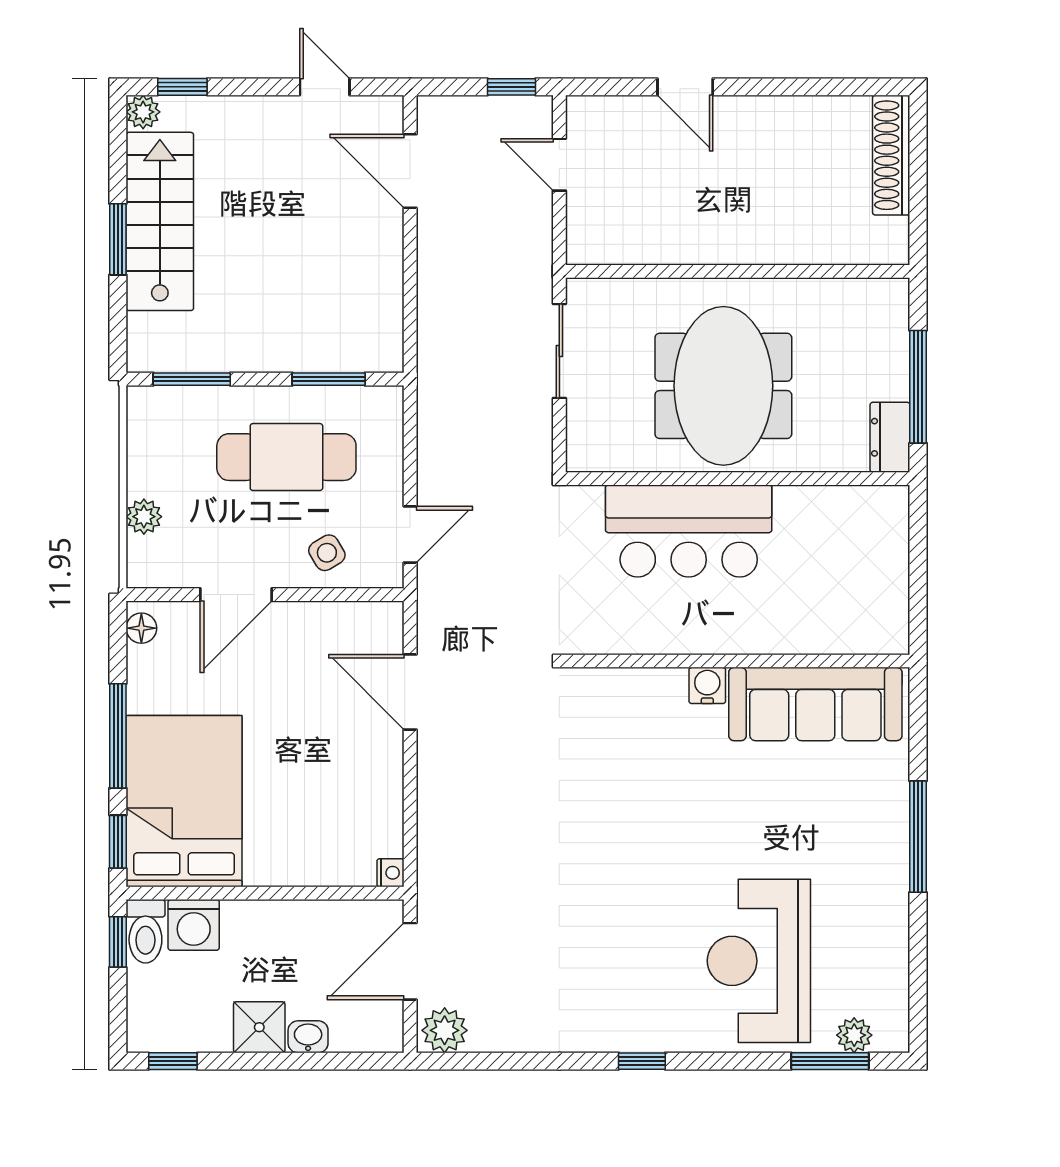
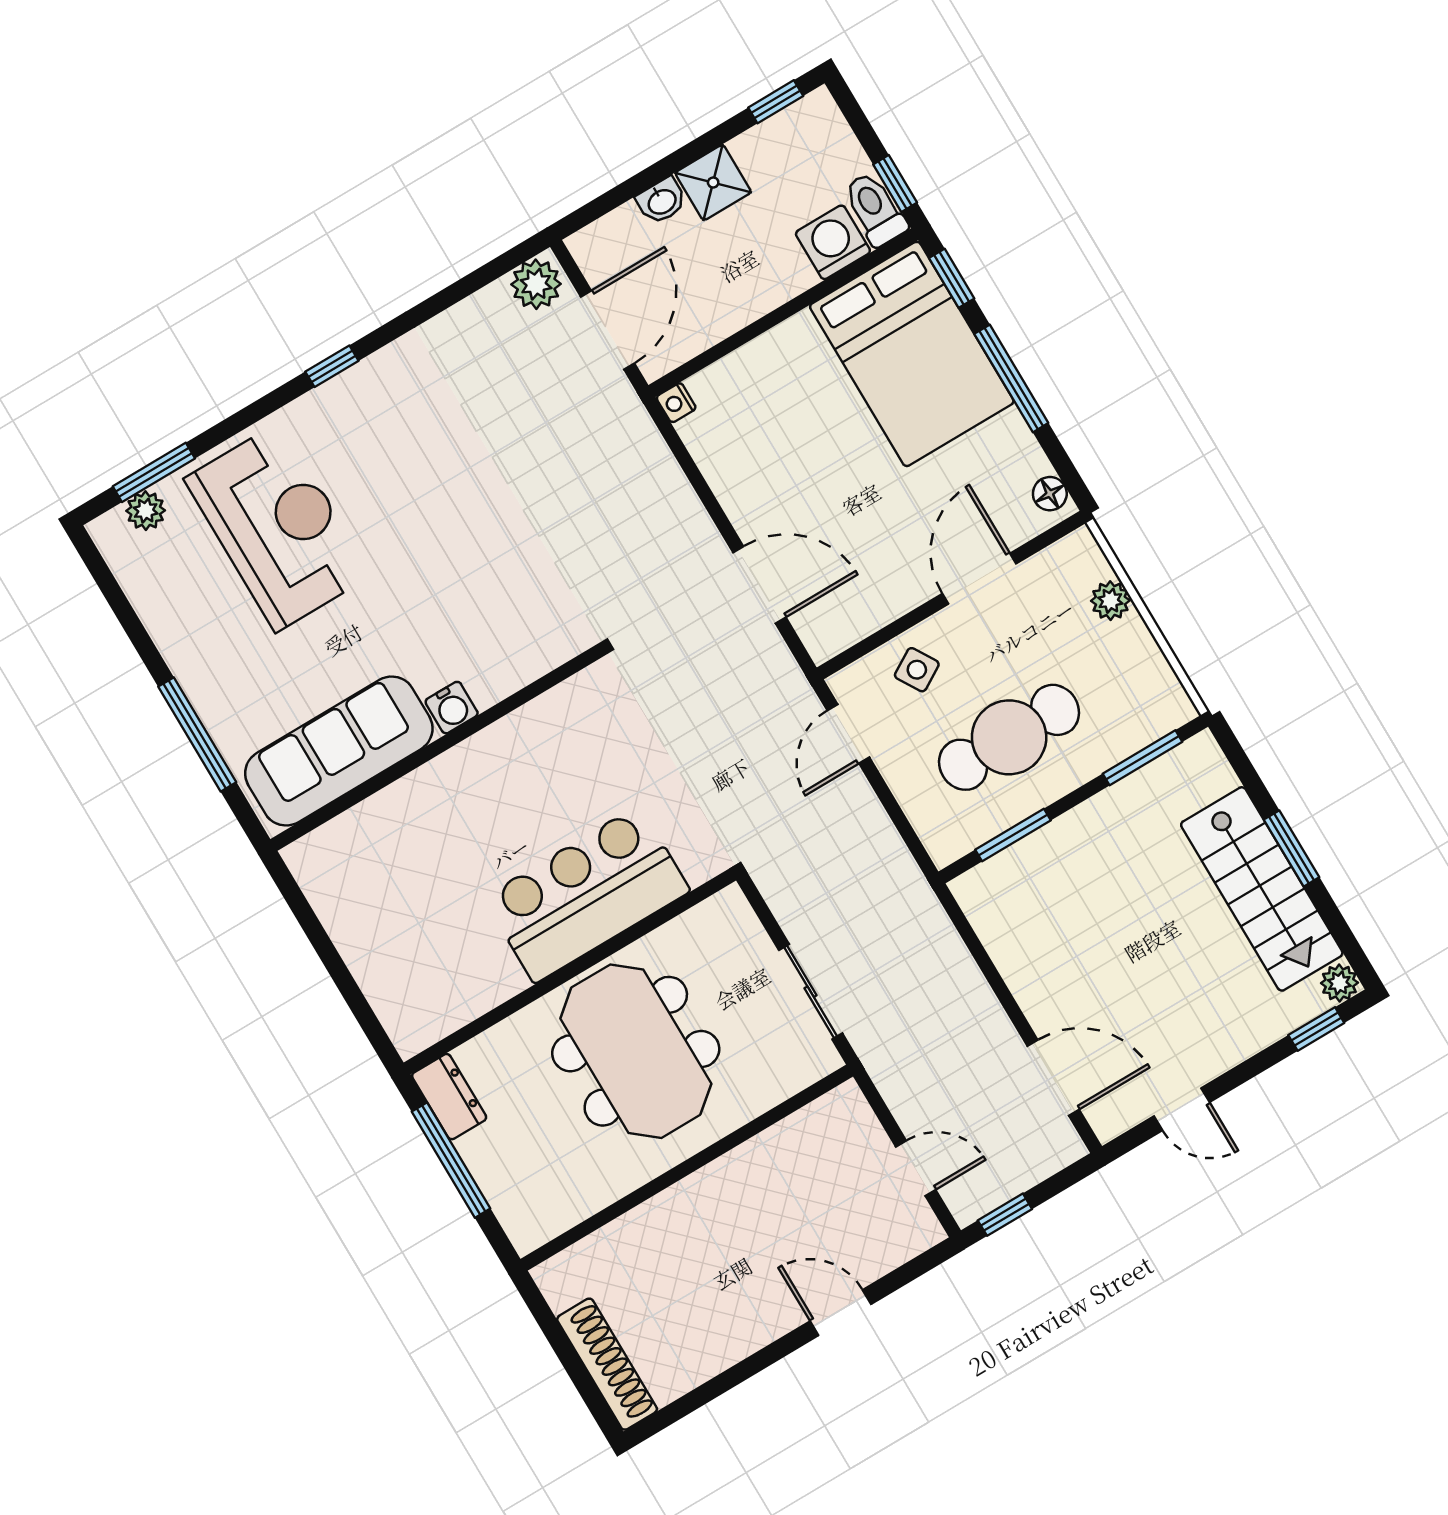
wall: (738, 661) -> (437, 748), moved
water cooler: (707, 685) -> (452, 708), moved
sofa: (815, 704) -> (339, 751), moved

